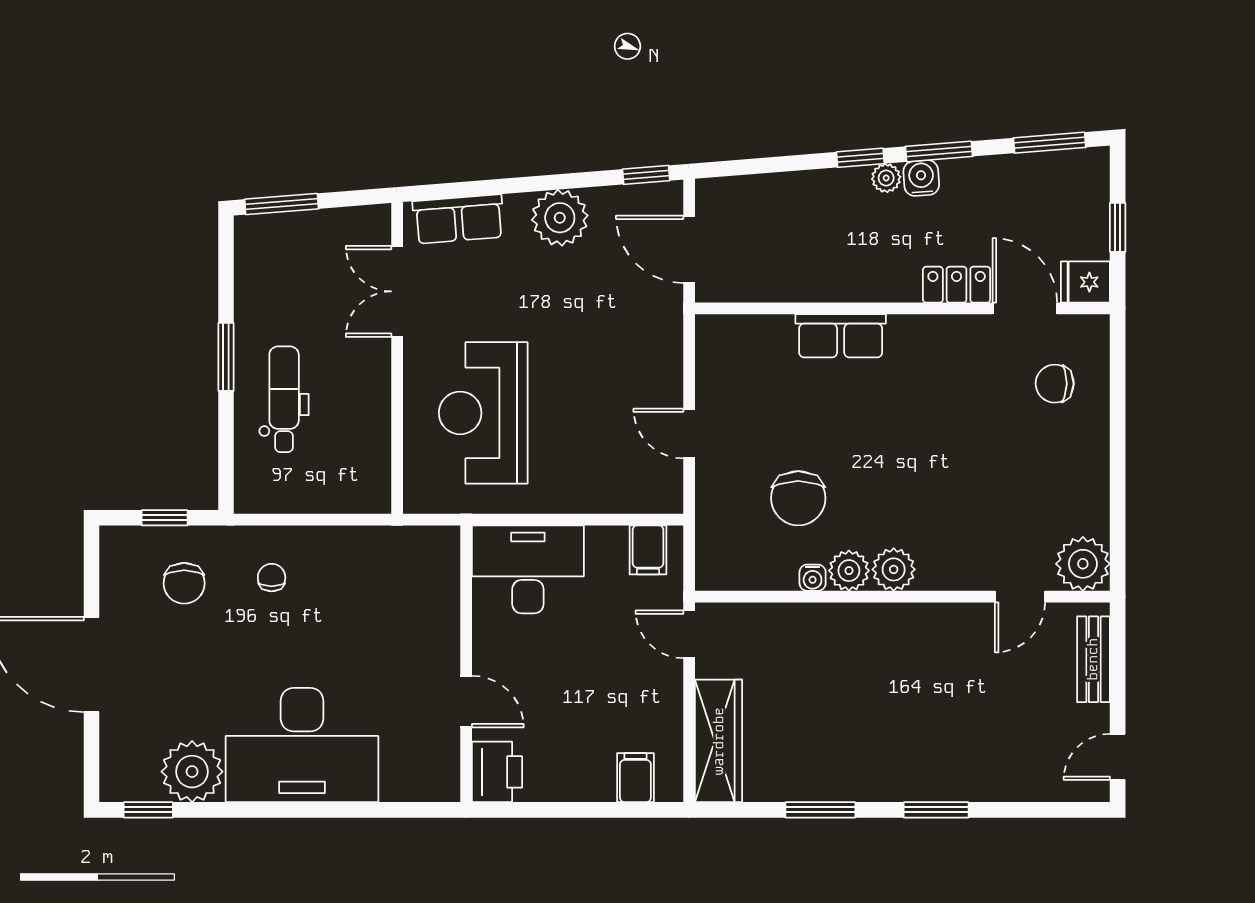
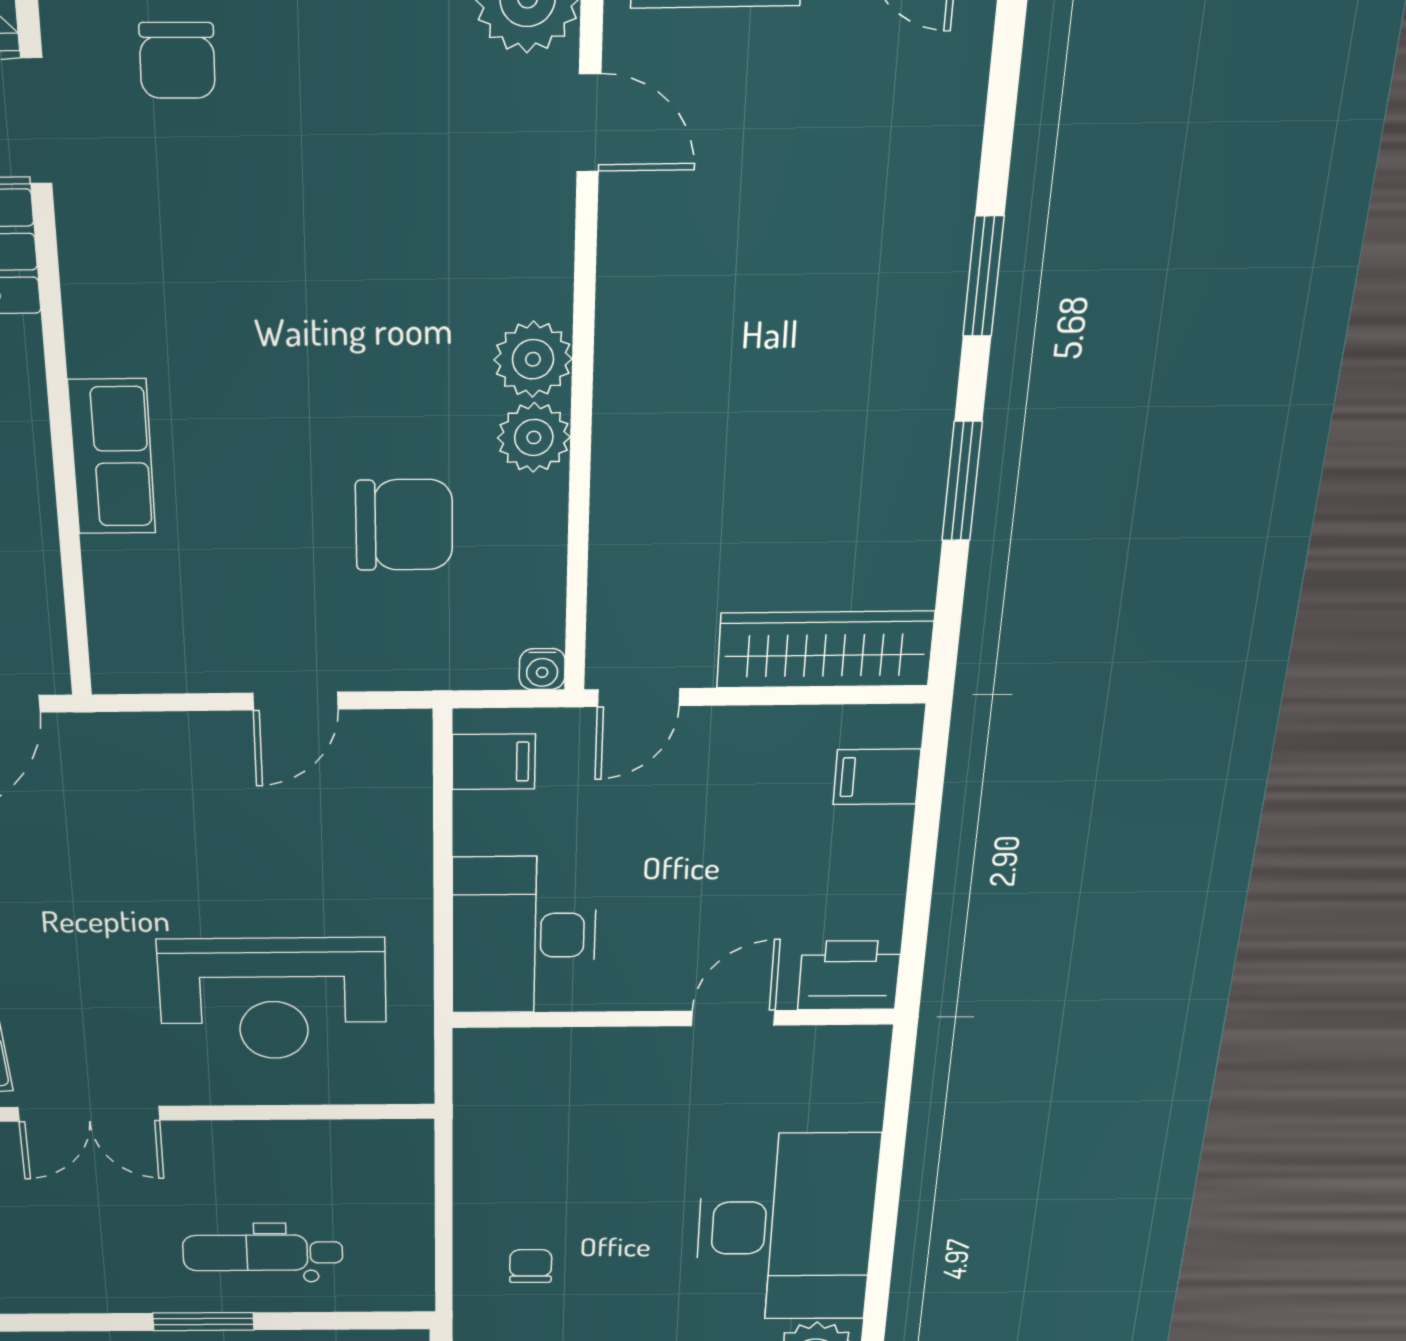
chair: (272, 578) -> (531, 1266), turned 90
water cooler: (813, 578) -> (542, 669), moved, turned 90

